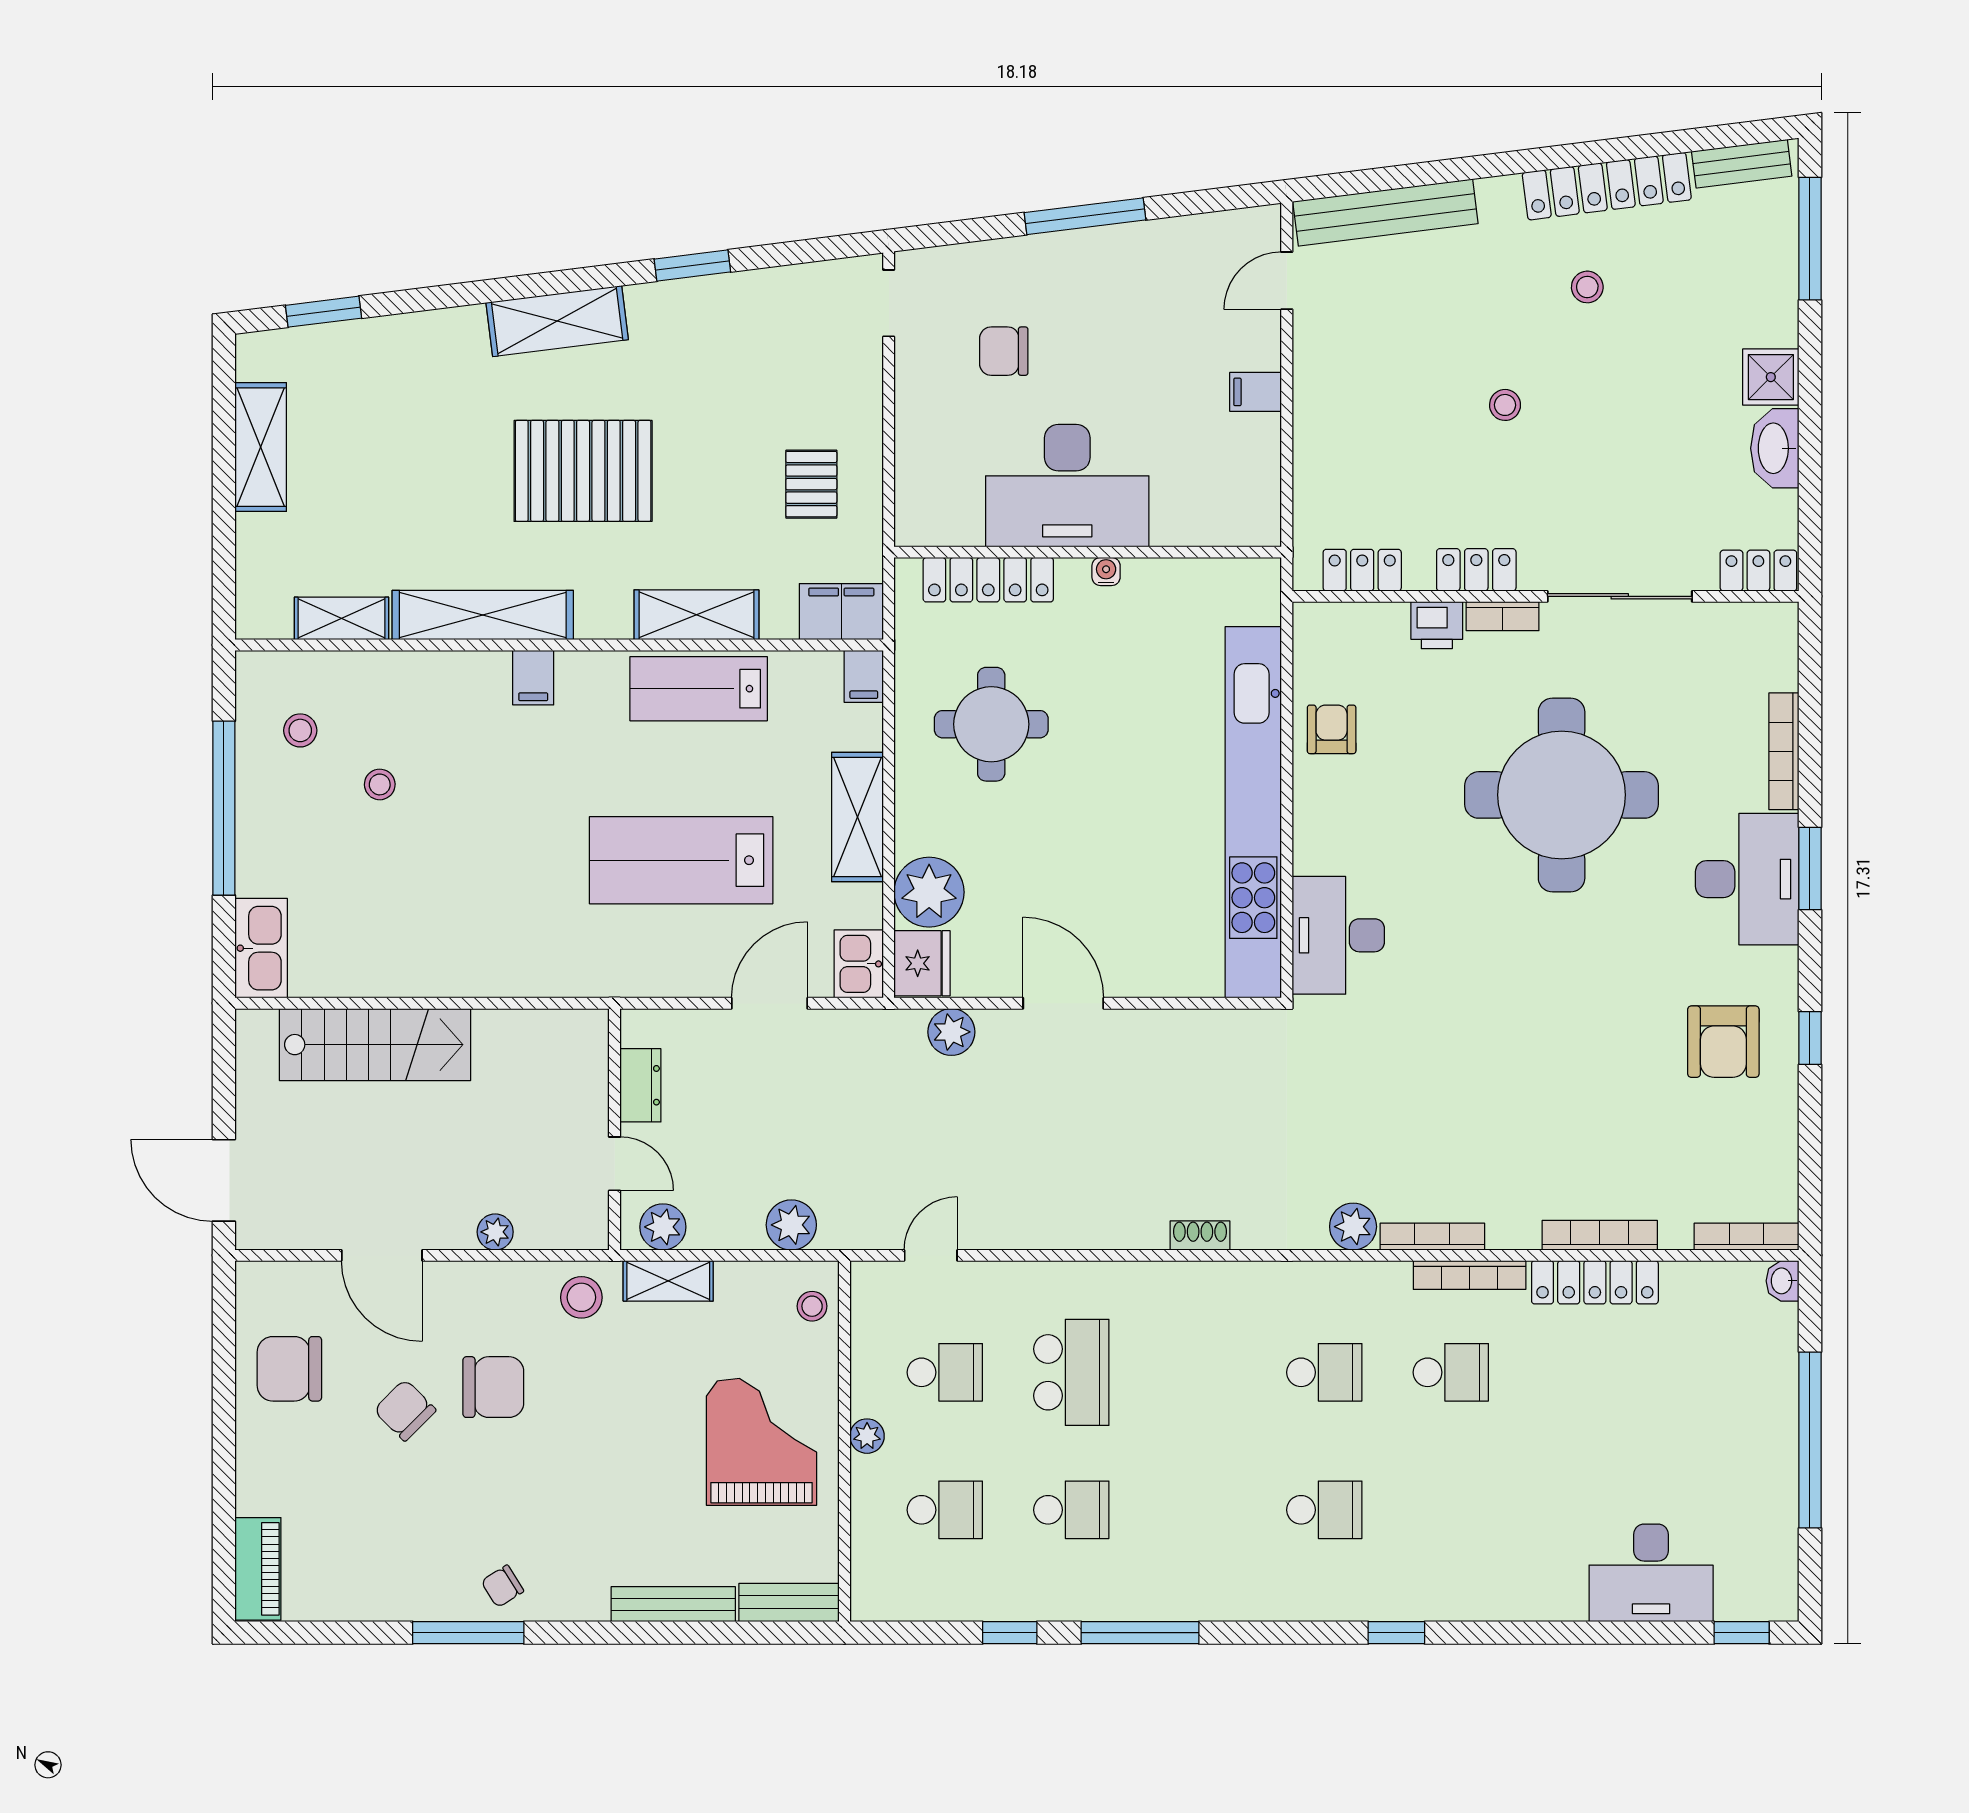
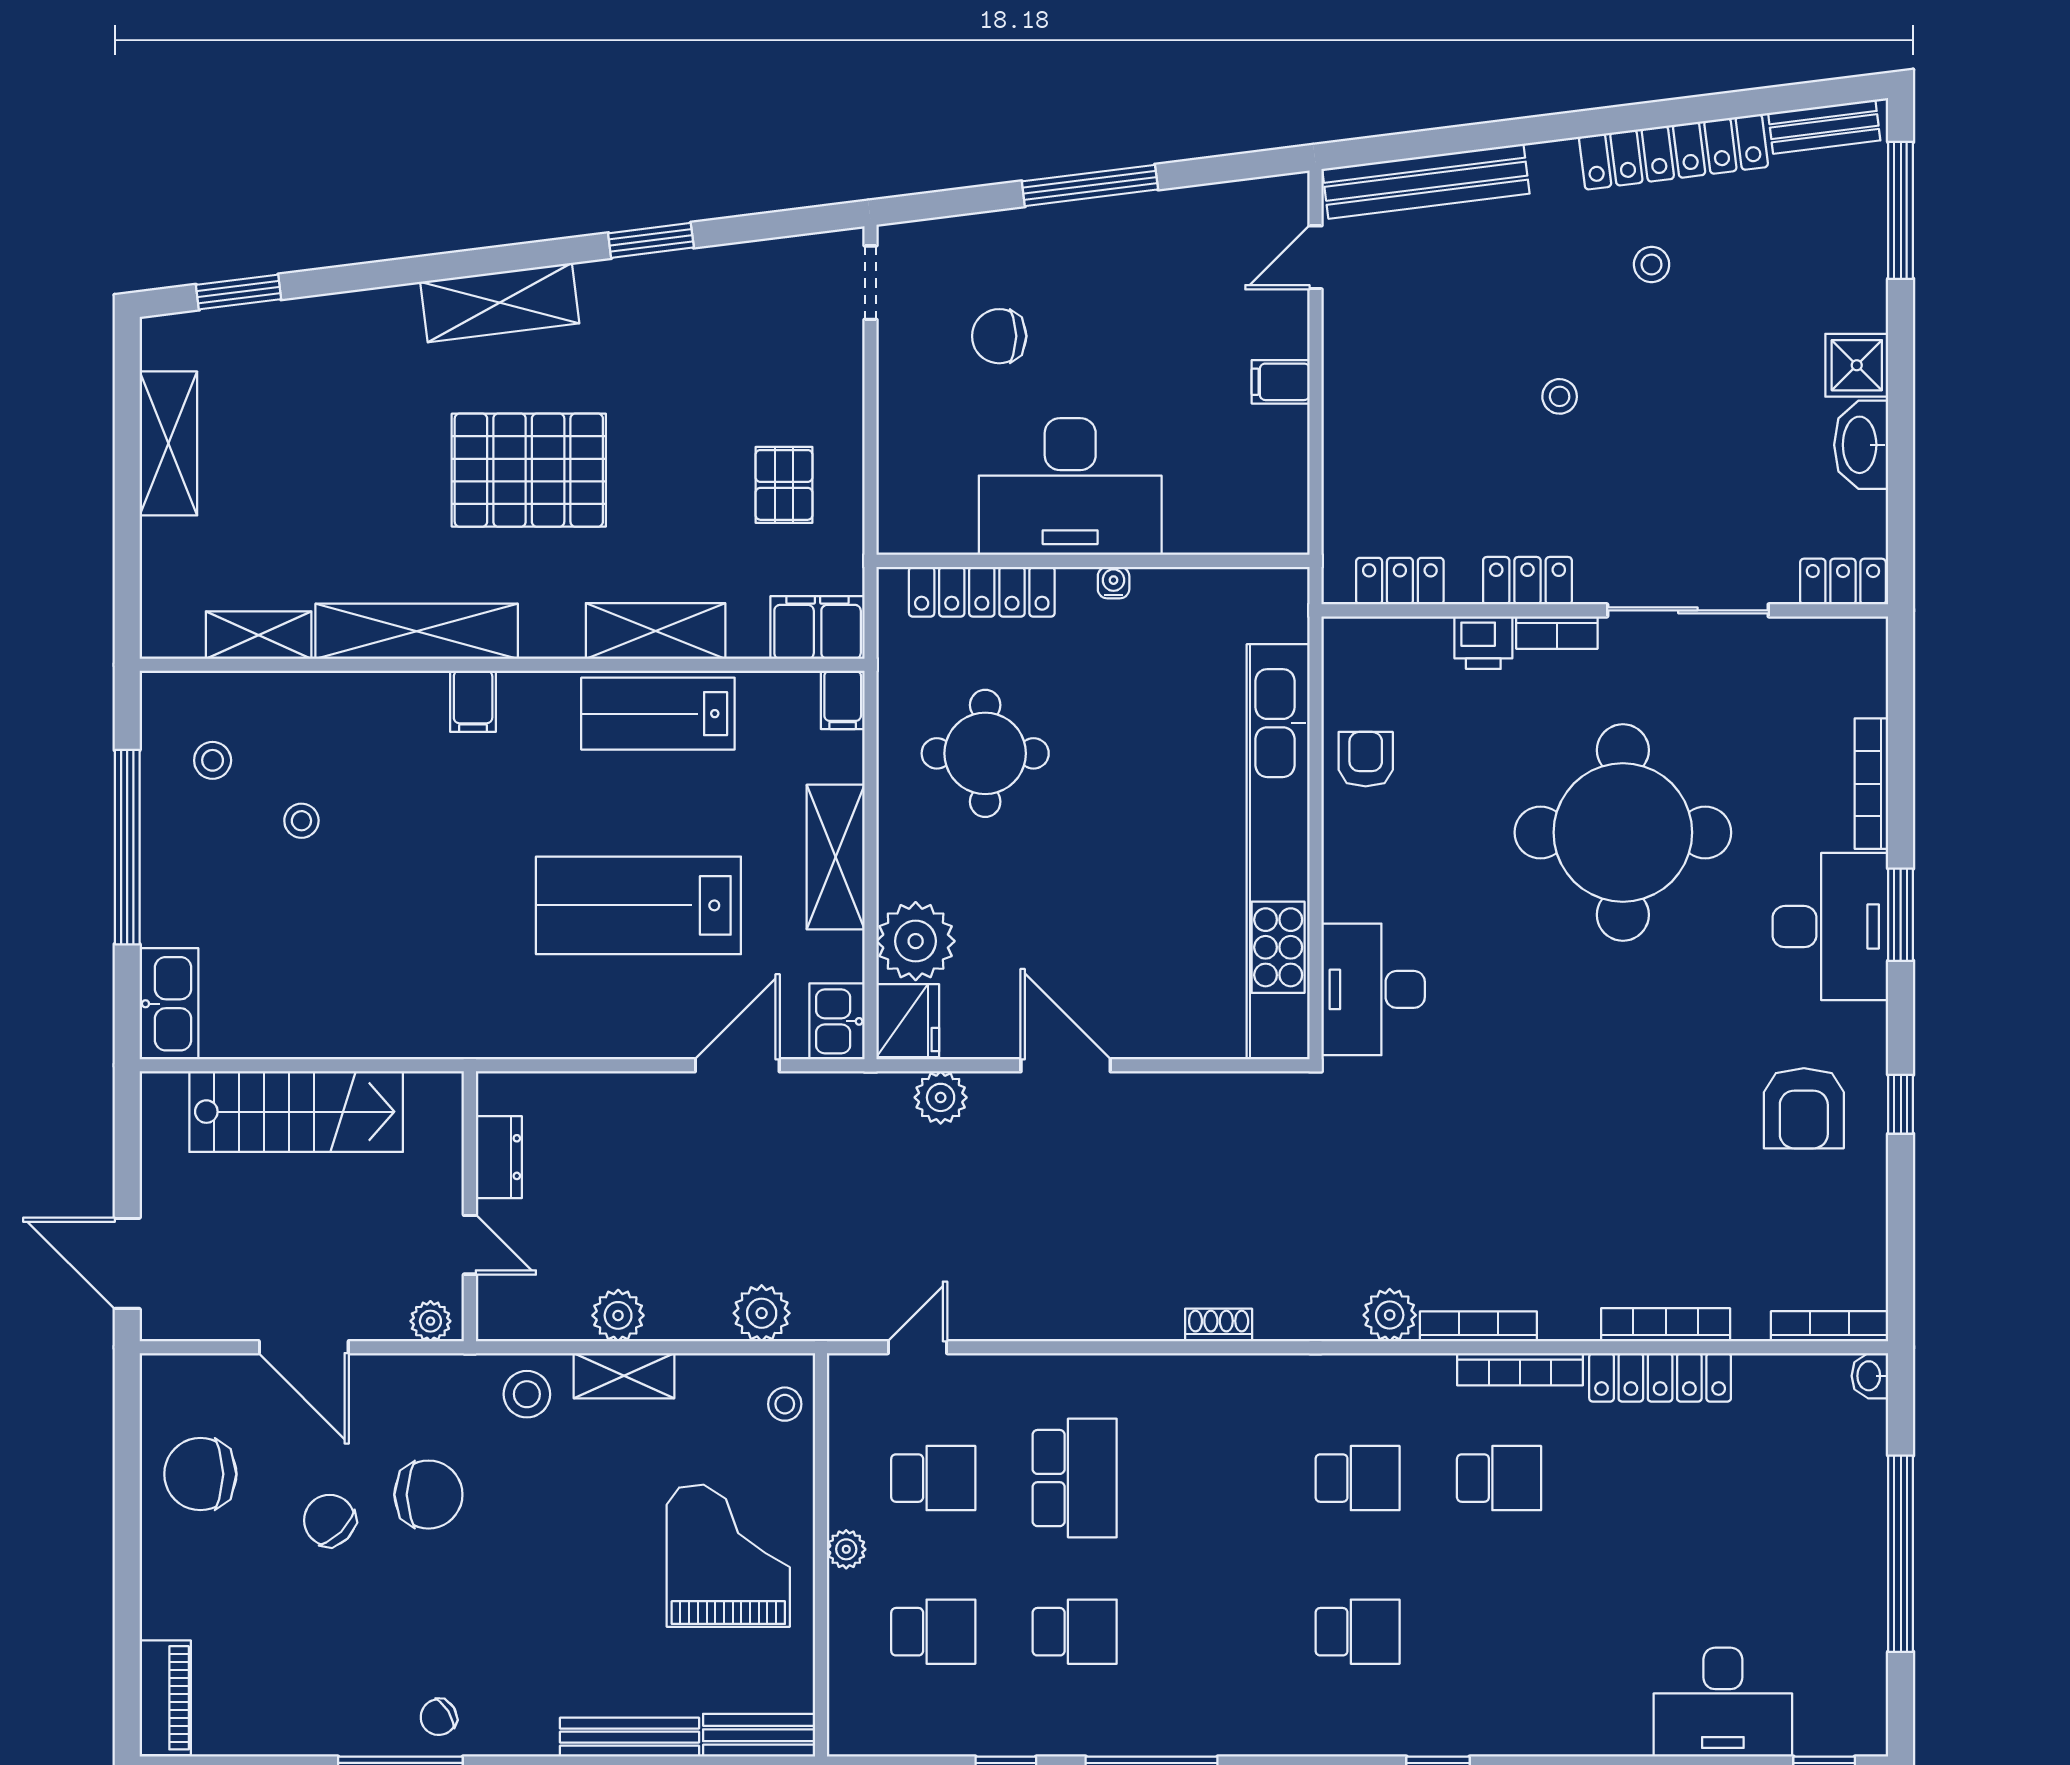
dresser: (640, 1085) -> (499, 1157), moved
wall: (614, 1129) -> (470, 1206), moved
door: (614, 1164) -> (470, 1245), moved

